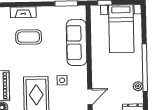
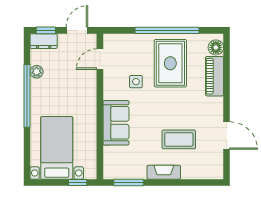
fireplace: (23, 12) -> (164, 172), moved
sofa: (77, 43) -> (116, 123), width x0.73

